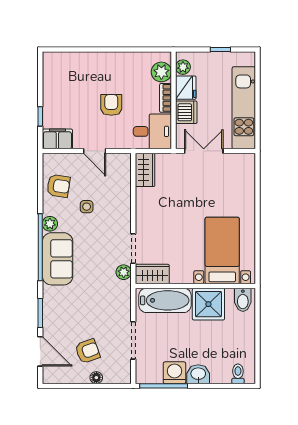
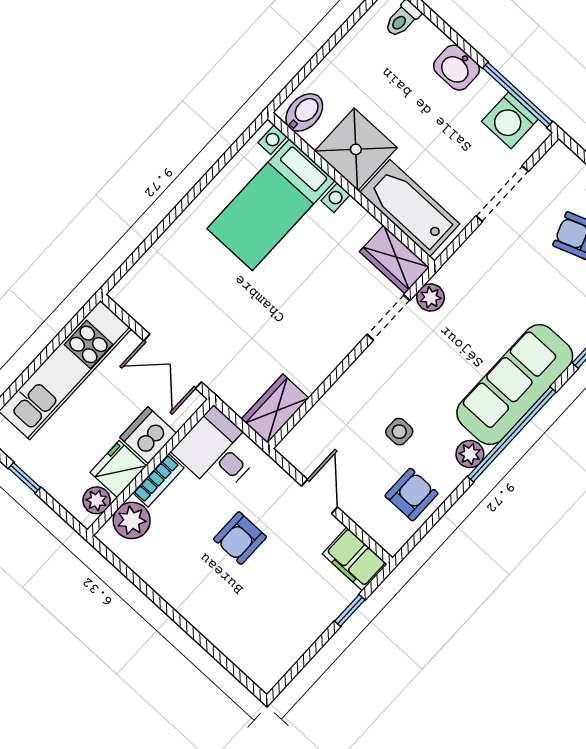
armchair: (58, 186) -> (412, 495), turned 81
sofa: (58, 259) -> (515, 385), width x1.36
washing machine: (174, 373) -> (510, 120), moved

